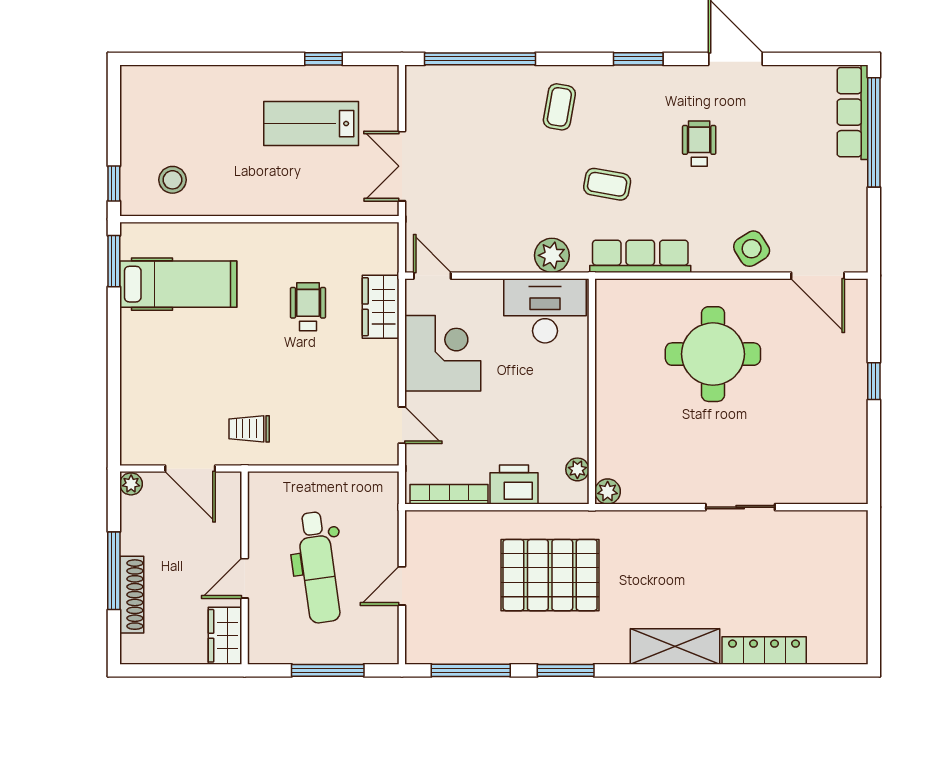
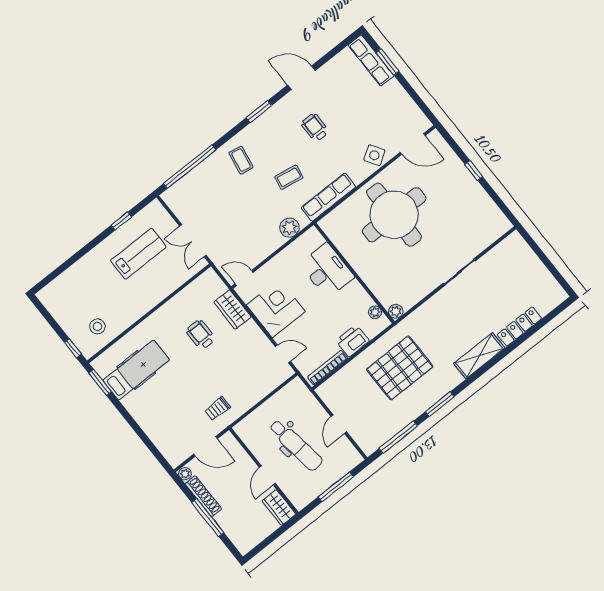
lab bench: (311, 124) -> (138, 254), turned 180
window: (874, 132) -> (387, 62), width x0.47
desk: (545, 311) -> (327, 270), moved, turned 90
round table: (713, 354) -> (394, 215), width x1.36, depth x1.36
shoe rack: (132, 595) -> (203, 496), moved

